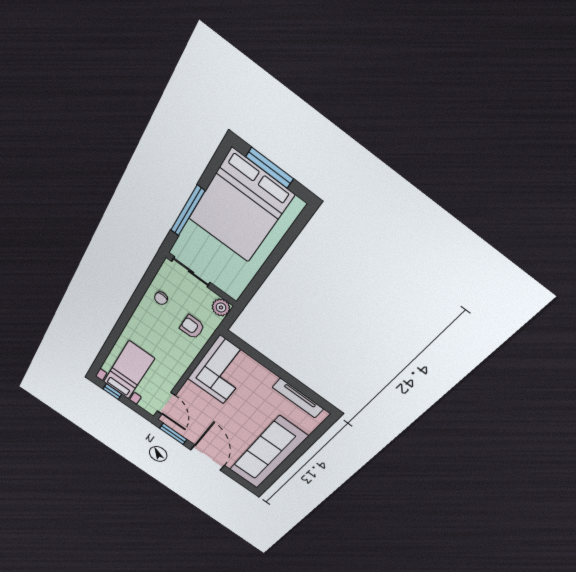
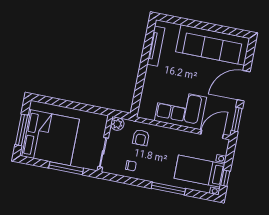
window: (119, 328) -> (168, 188), added
corner sofa: (222, 370) -> (180, 109), moved

